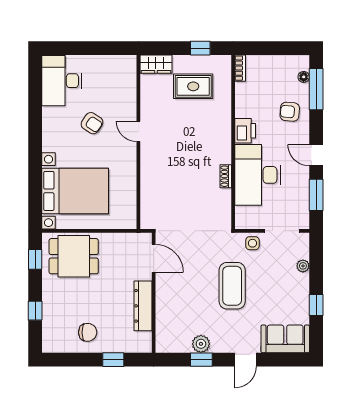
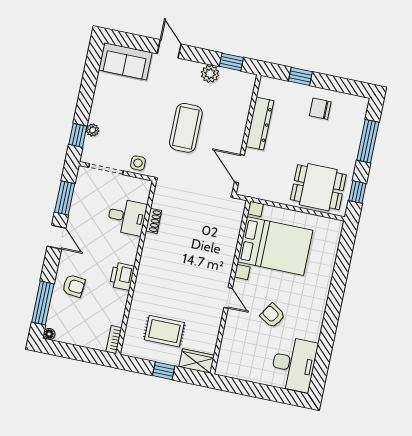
window: (200, 48) -> (164, 371), moved
floor lamp: (304, 77) -> (49, 334), moved
desk: (258, 175) -> (127, 217), width x0.53, depth x0.77
shoe rack: (226, 176) -> (154, 221), moved
bed with nightstands: (75, 191) -> (275, 246), moved, turned 180
coffee table: (232, 286) -> (186, 128), moved
window: (316, 305) -> (78, 135), moved
window: (35, 311) -> (368, 141), width x2.17
window: (201, 360) -> (231, 62), moved
door: (245, 360) -> (169, 49), hinge flipped

